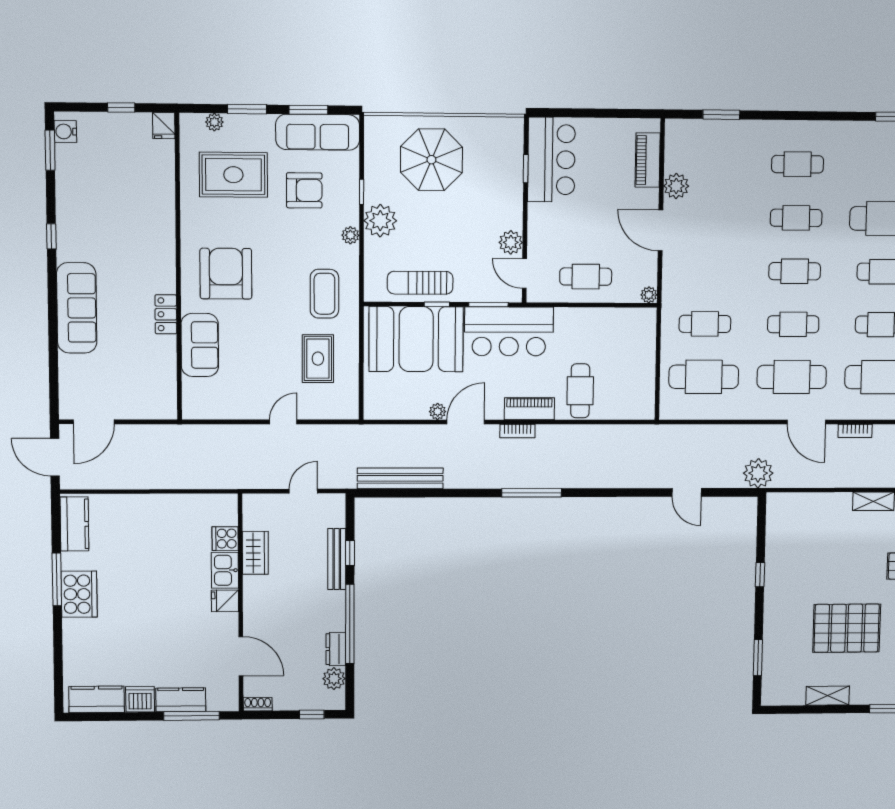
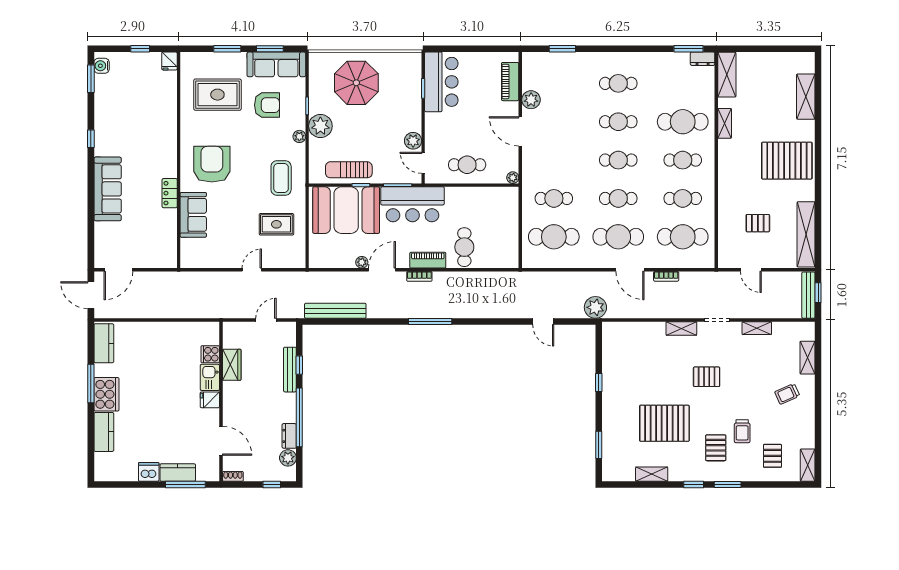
plant: (214, 122) -> (204, 58), removed
rug: (318, 359) -> (276, 224), turned 90
kitchen counter: (97, 699) -> (104, 432), moved, turned 90

